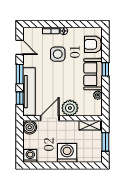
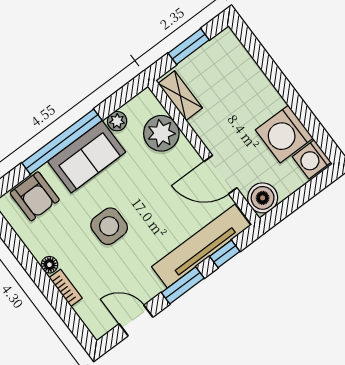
door: (20, 47) -> (136, 320), hinge flipped
side table: (58, 54) -> (109, 226), moved
window: (105, 69) -> (62, 142), width x3.17
plant: (70, 108) -> (161, 133), moved
washing machine: (67, 153) -> (284, 134), moved

